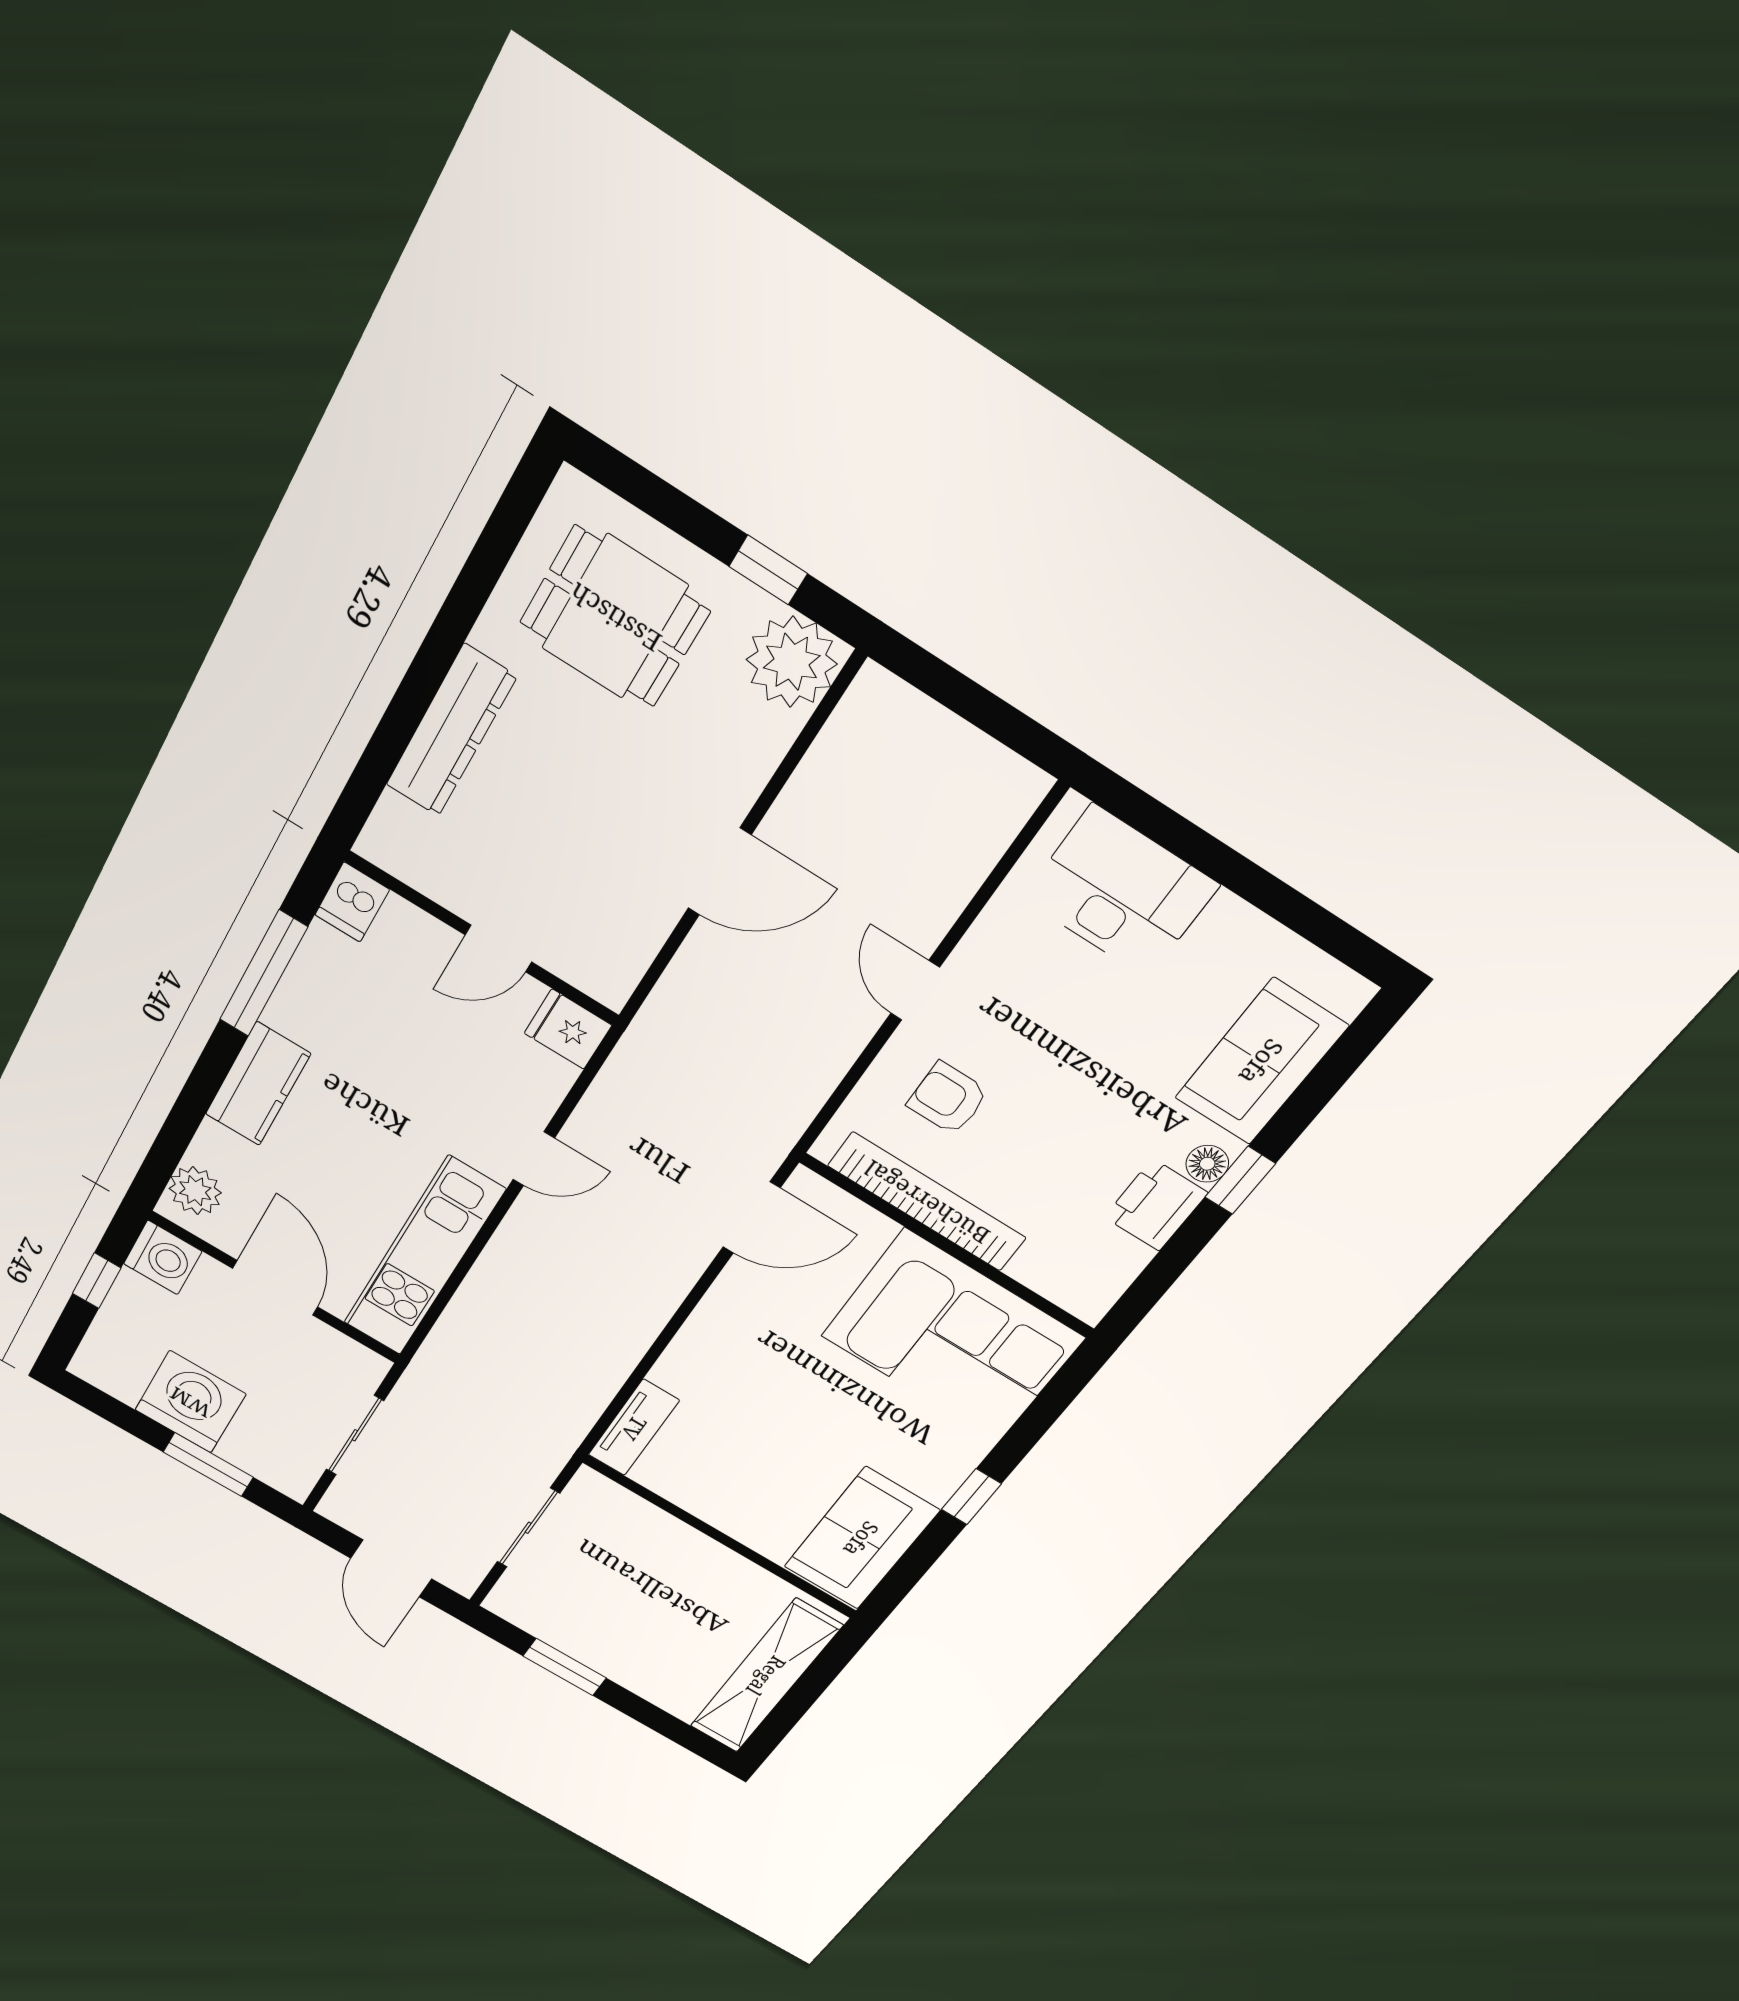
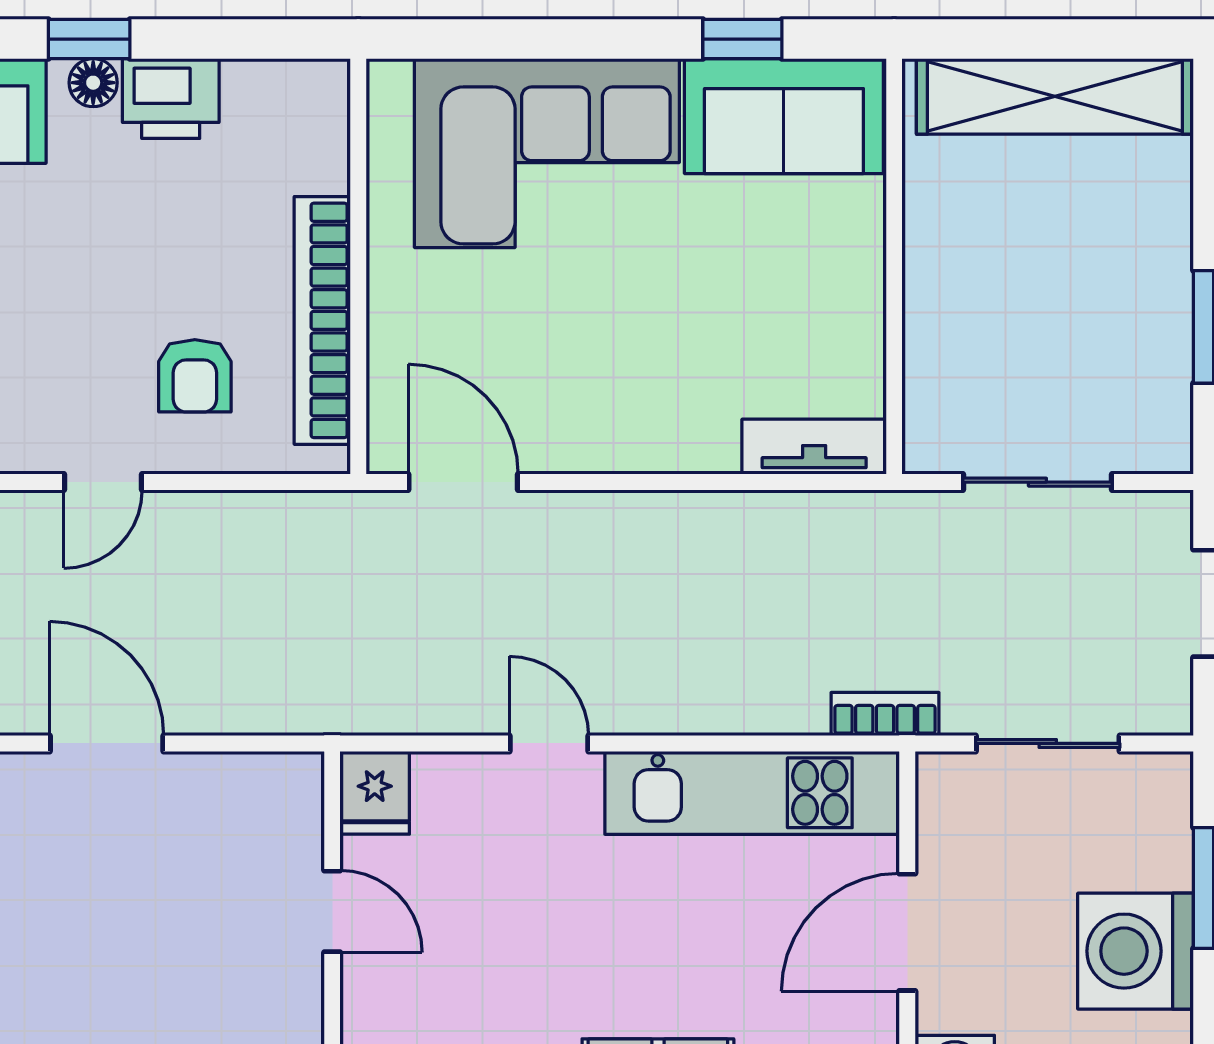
corner sofa: (952, 1337) -> (547, 153), moved, turned 90
bookcase: (430, 1361) -> (885, 714), added
window: (971, 1497) -> (742, 39), moved

